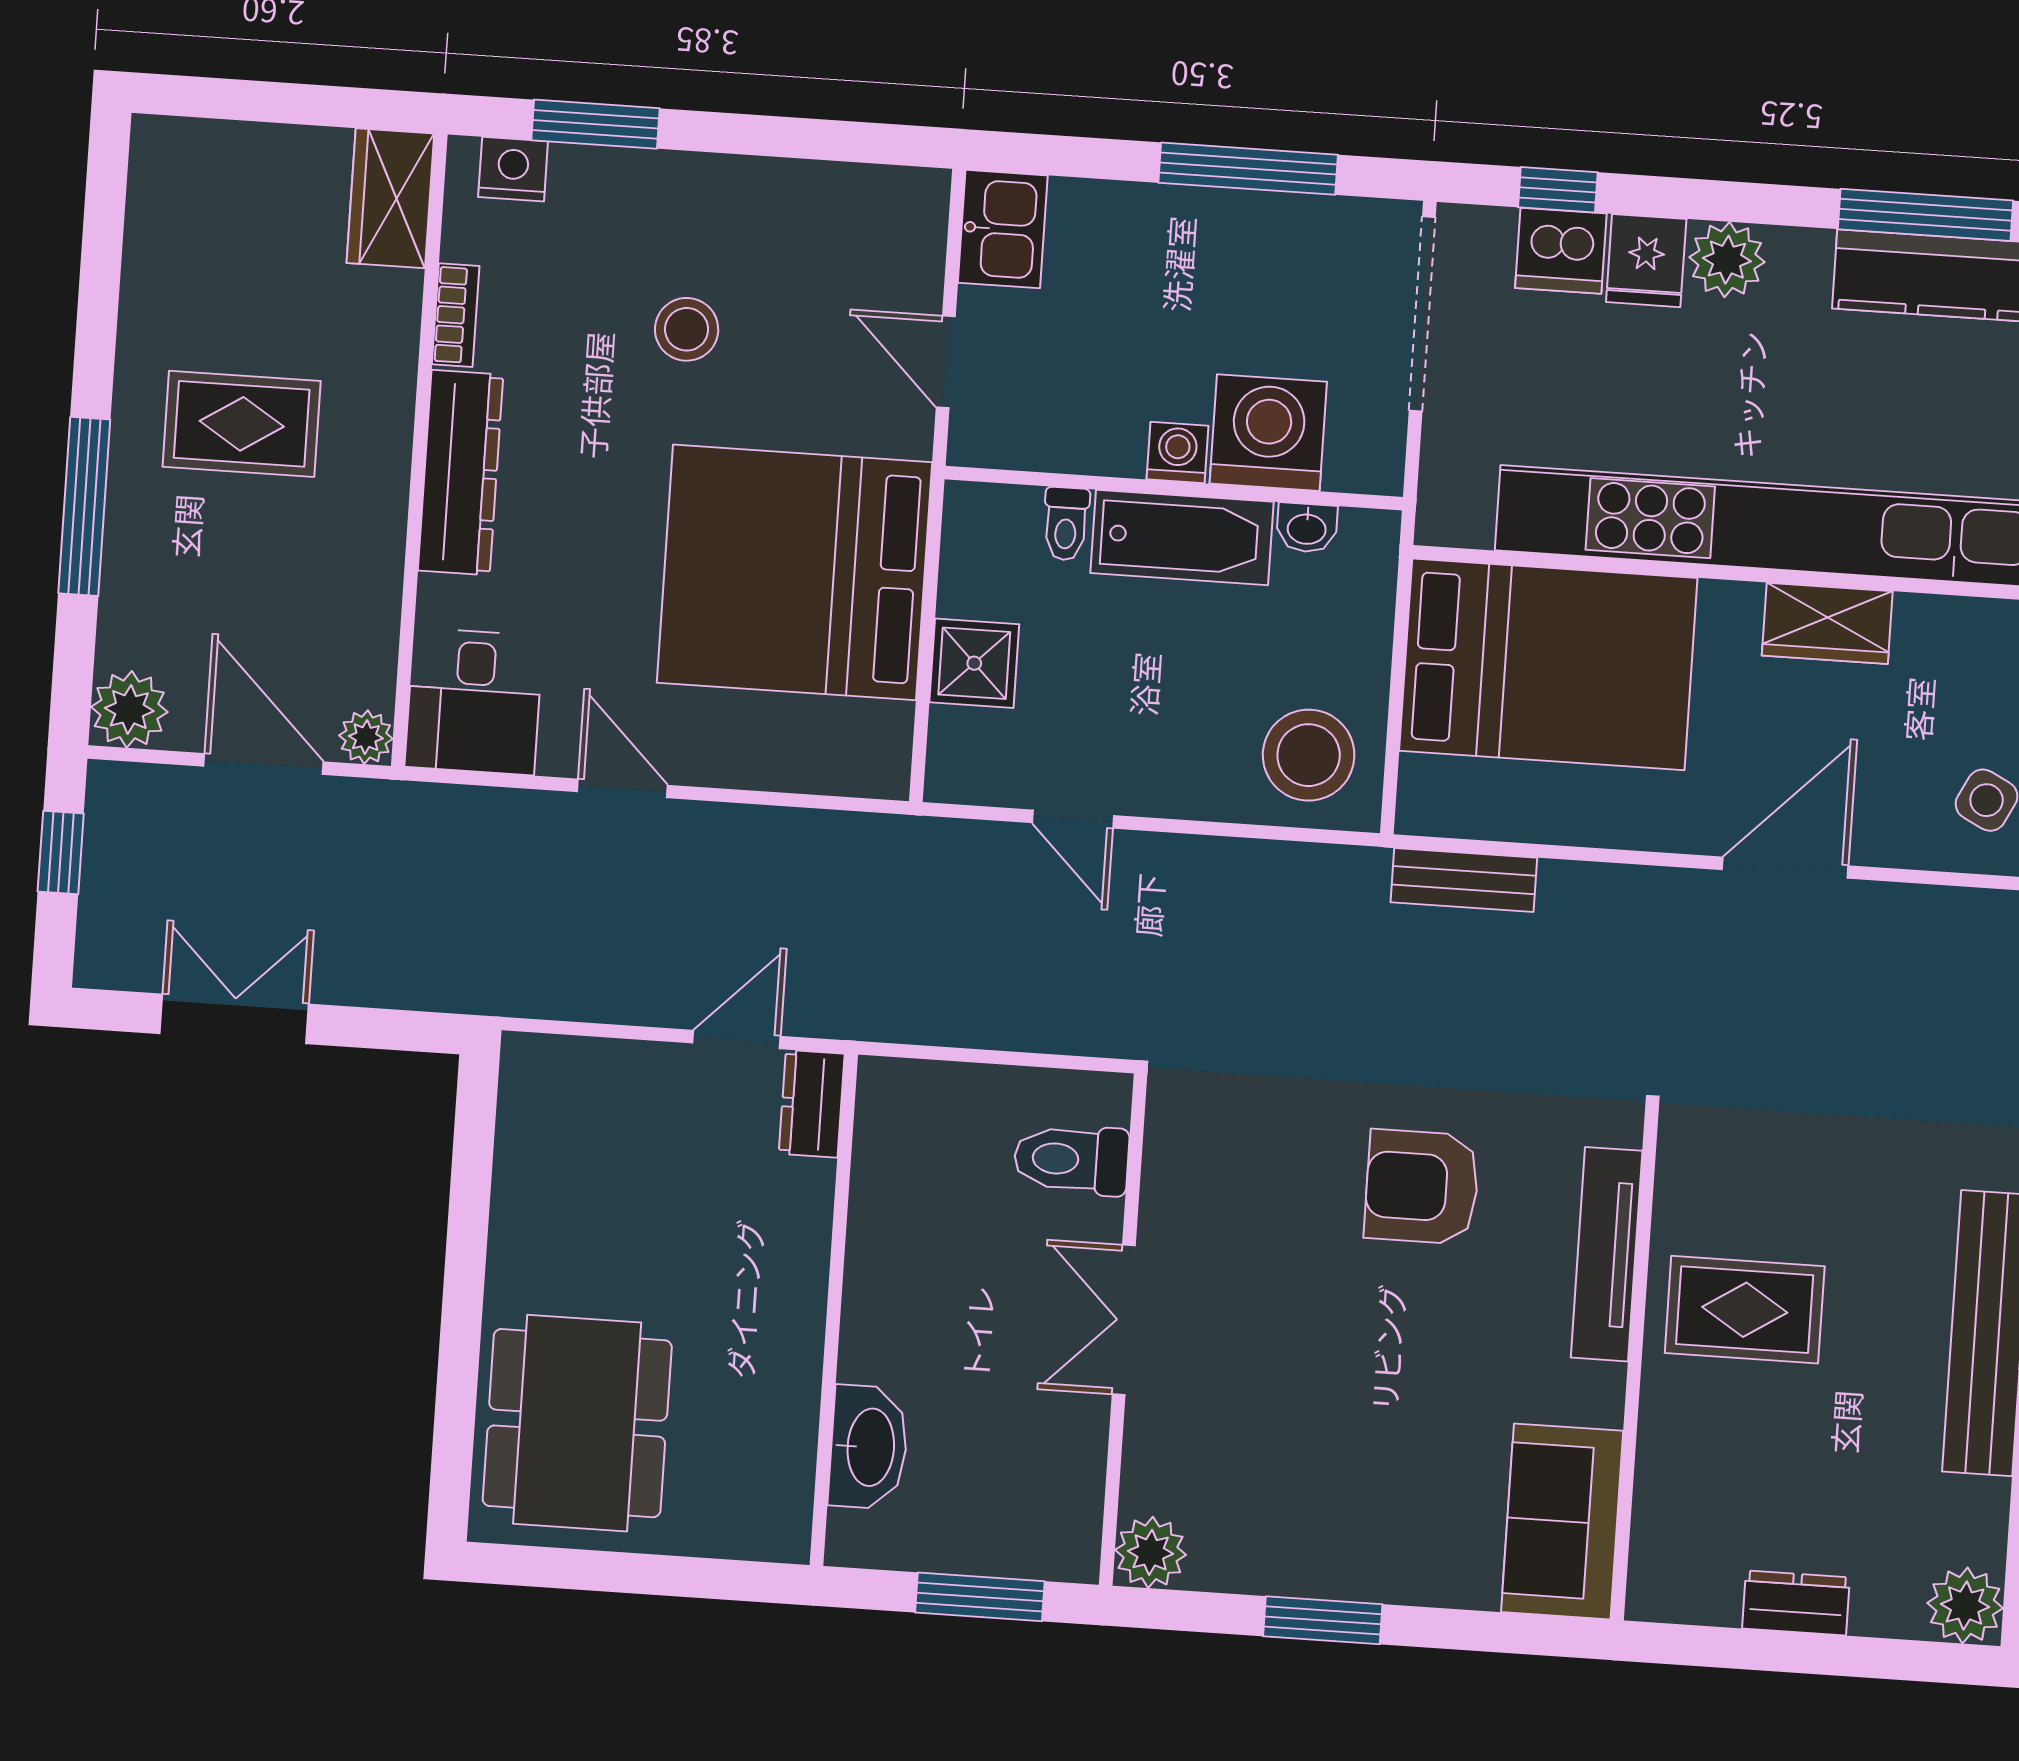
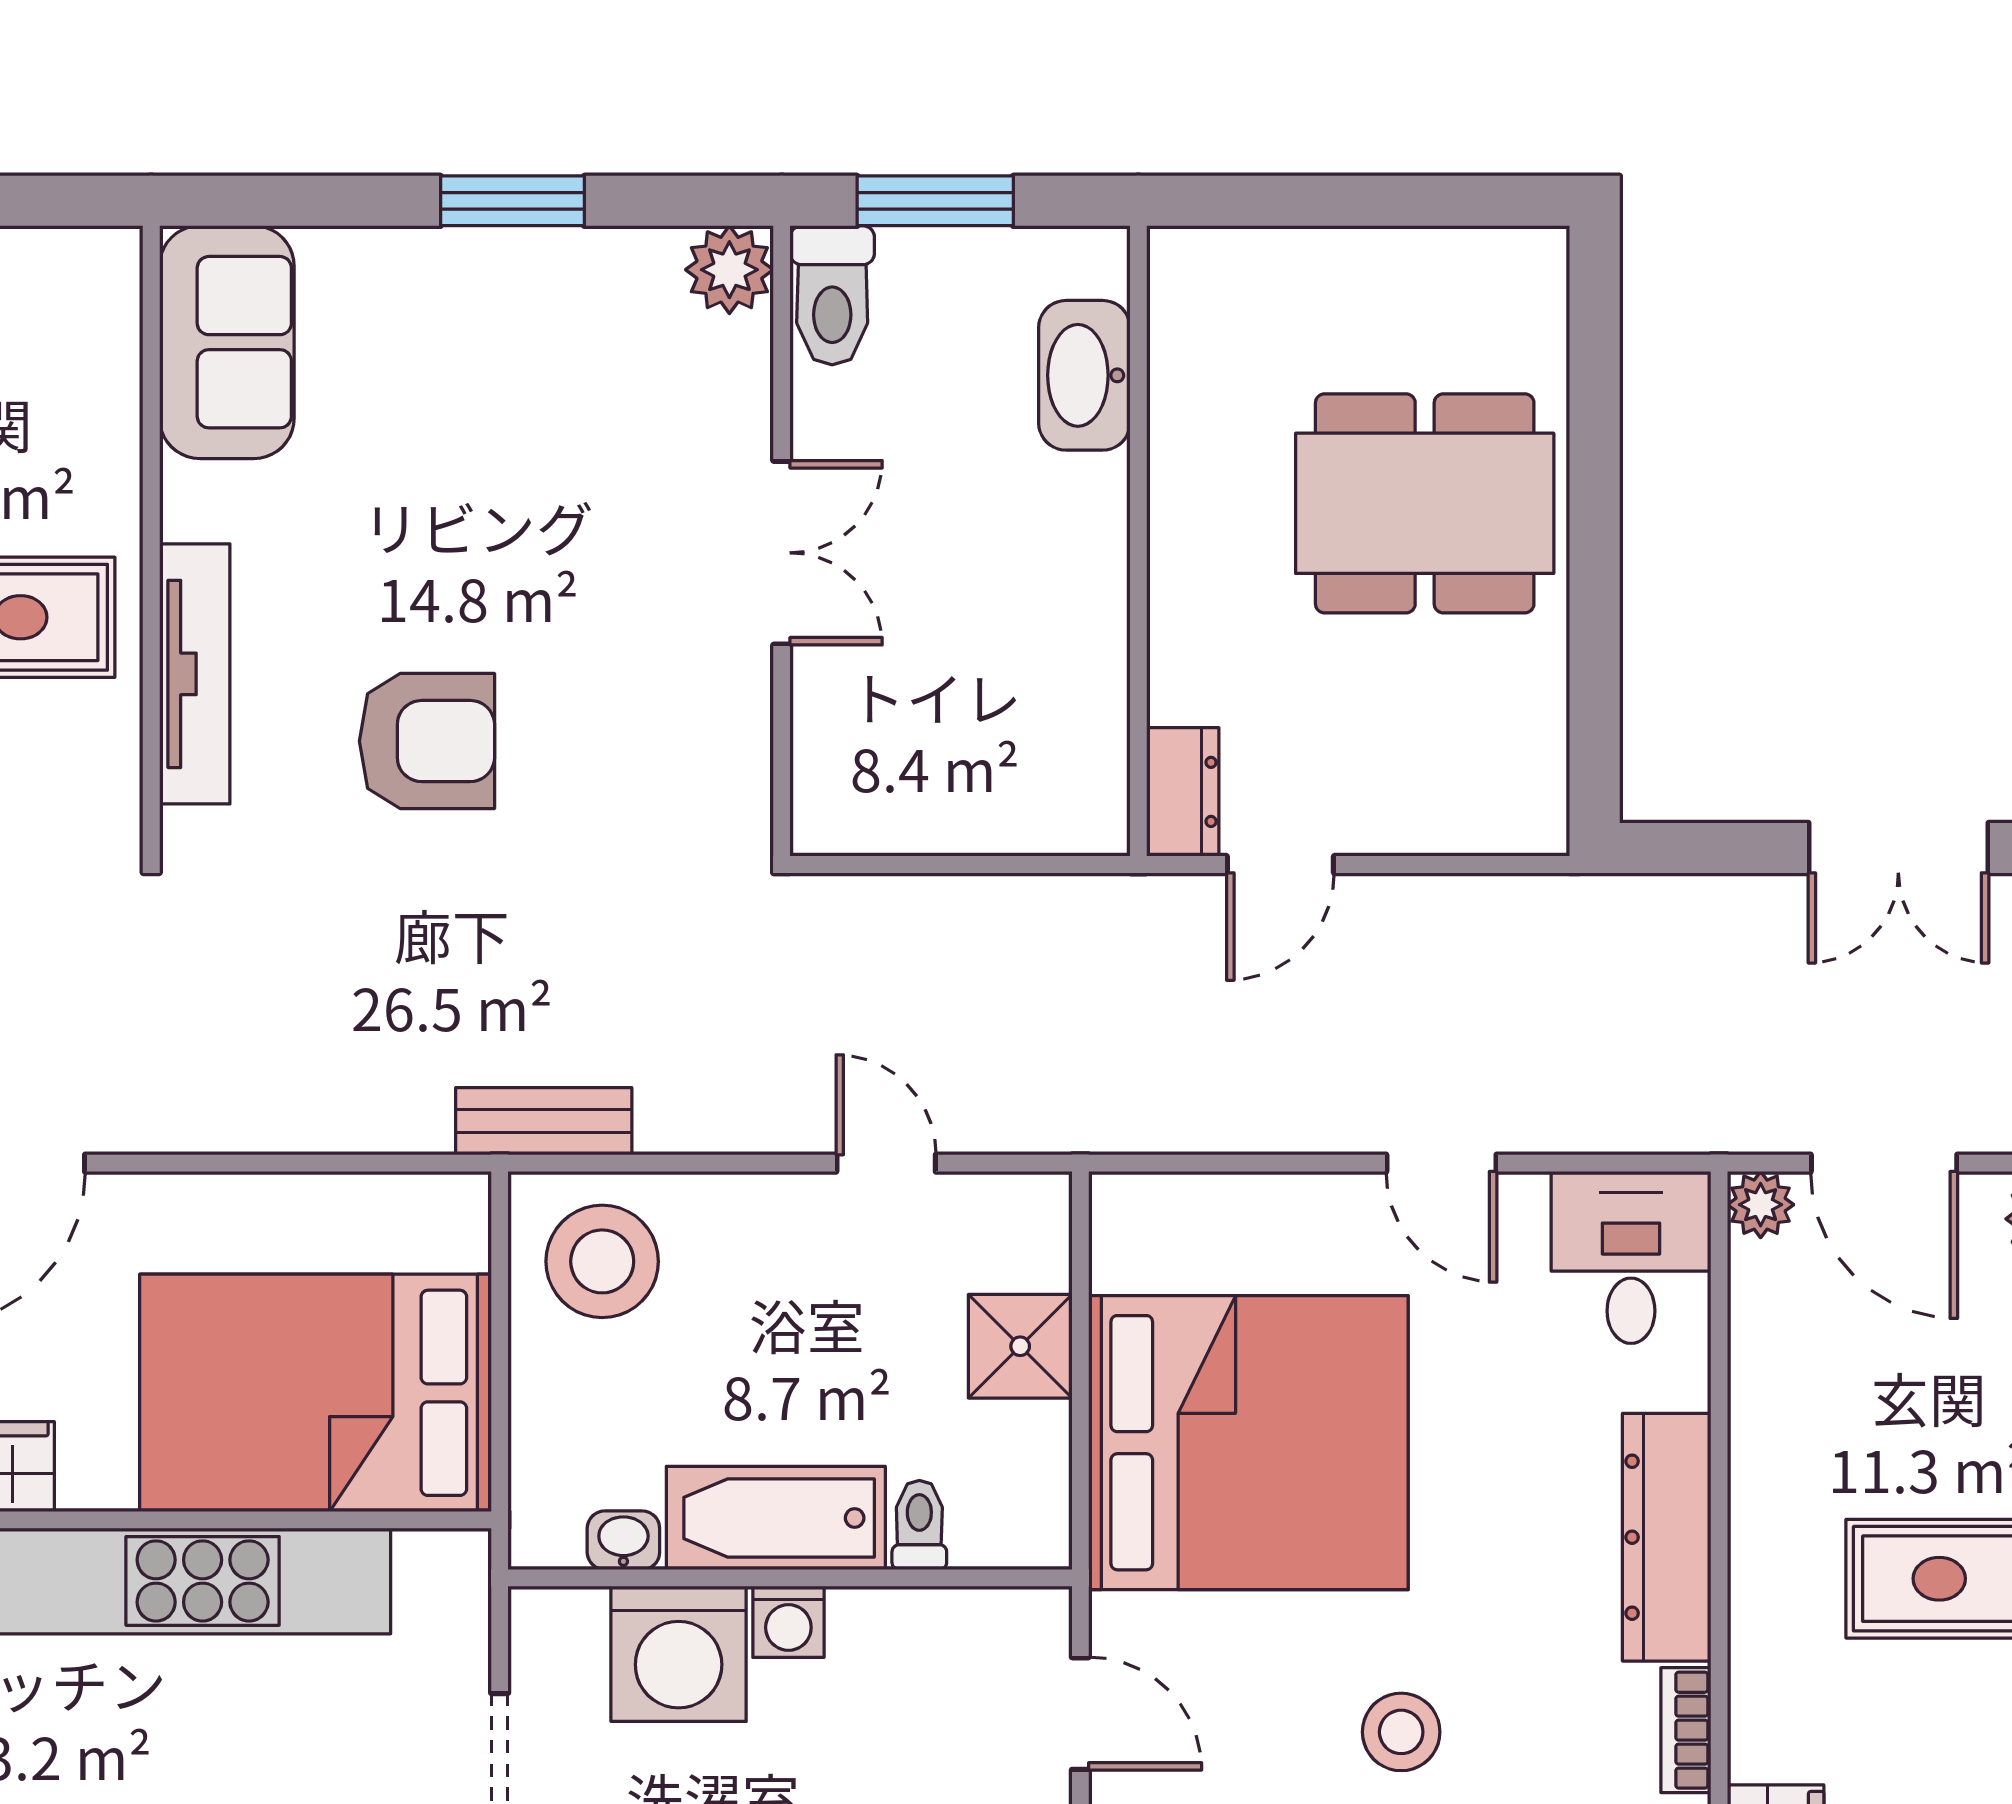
bench: (1464, 880) -> (544, 1121), moved
toilet: (1071, 1159) -> (832, 295), moved, turned 90
dining table: (577, 1423) -> (1425, 503), moved, turned 90

